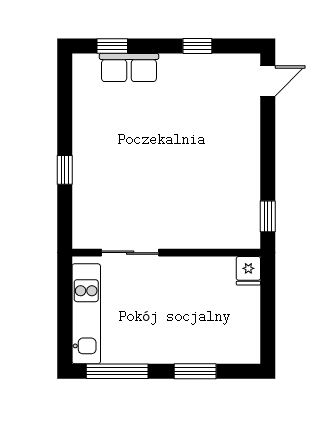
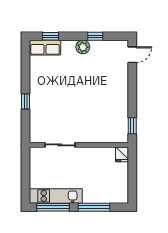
plant: (174, 66) -> (83, 47), added
row of seats: (129, 67) -> (45, 48), moved
kitchen unit: (86, 314) -> (56, 196), moved, turned -90
window: (195, 371) -> (94, 207), width x1.44

